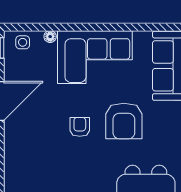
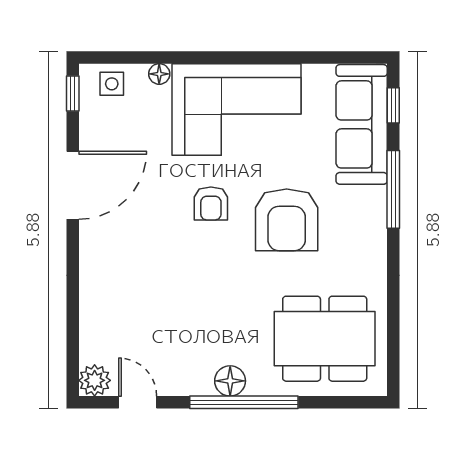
armchair: (80, 127) -> (211, 203), moved, turned 180

